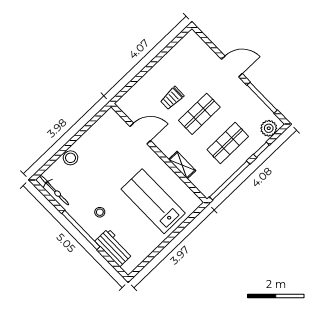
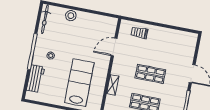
trolley: (172, 98) -> (139, 33), moved
door: (140, 134) -> (114, 47), swing flipped

